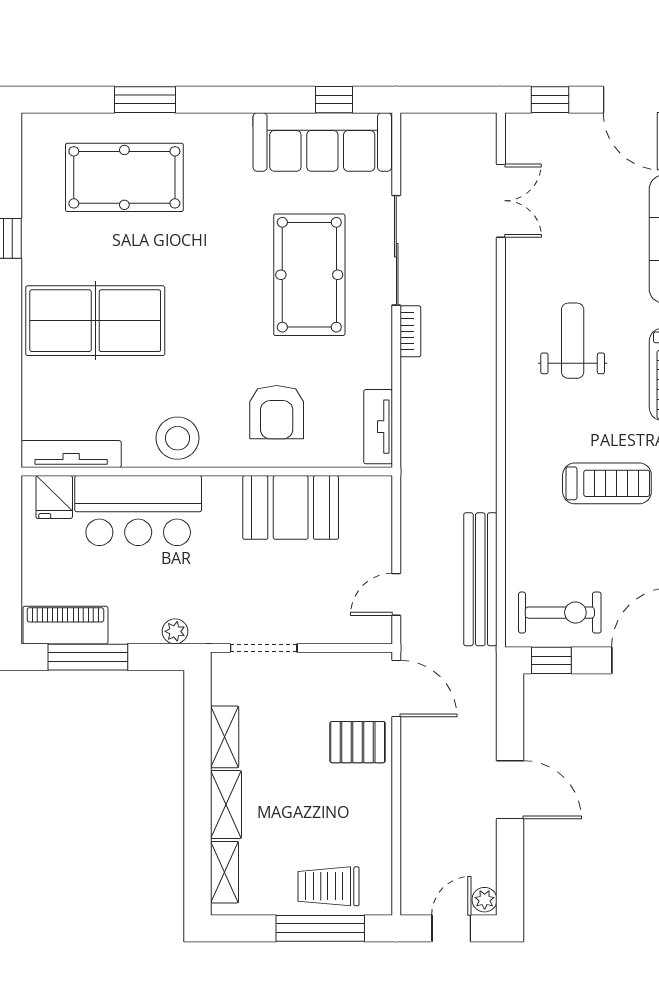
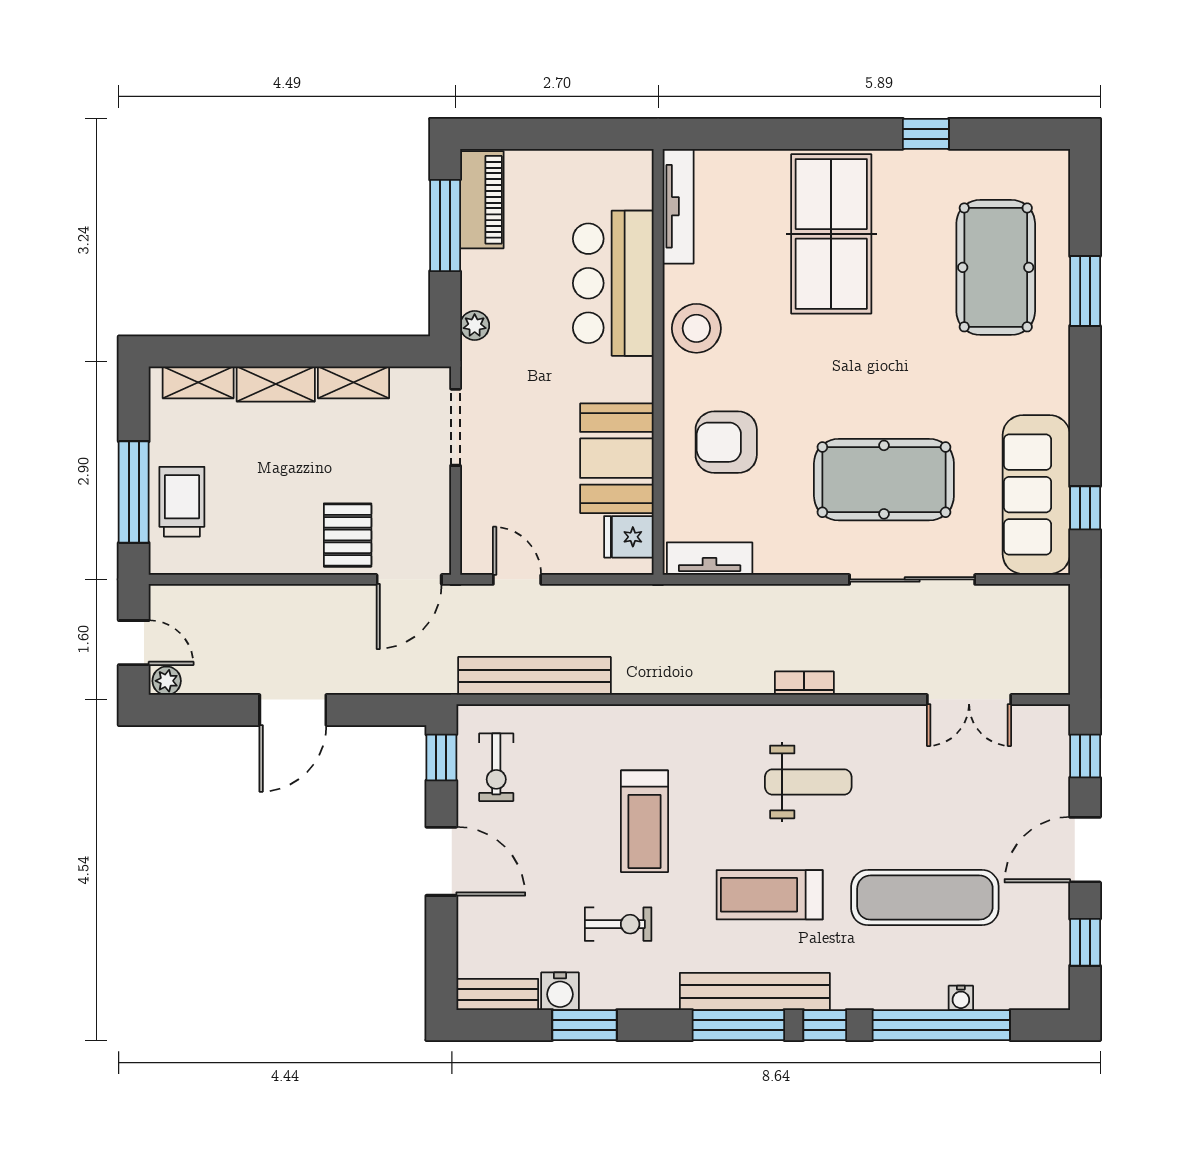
bookcase: (410, 331) -> (804, 683), moved, turned 180
fridge: (54, 497) -> (629, 537), moved
exercise bike: (560, 613) -> (496, 767), width x0.73, depth x0.72

